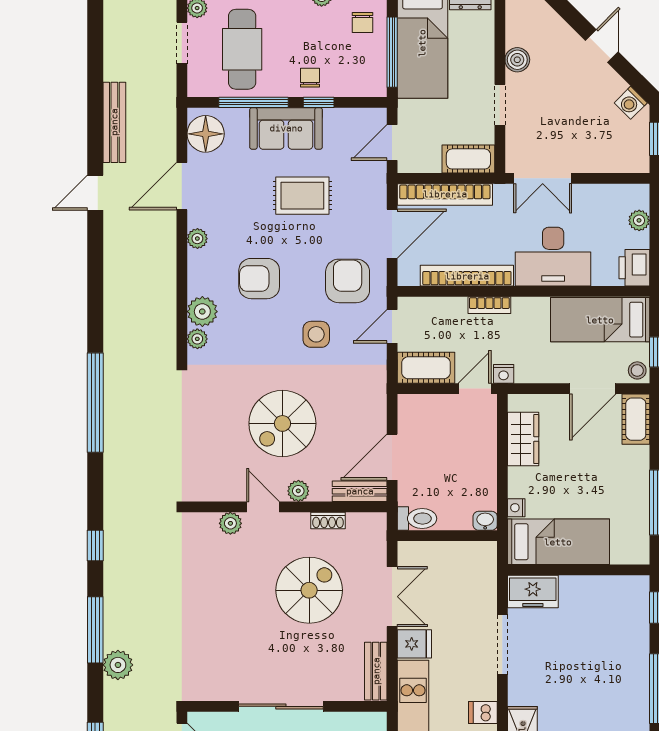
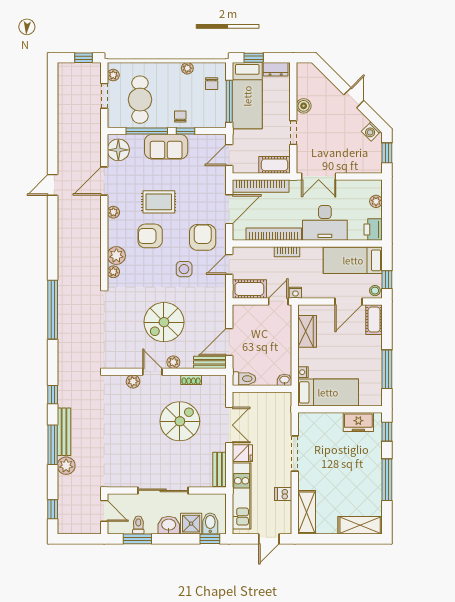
bench: (114, 122) -> (64, 432), moved
rug: (302, 196) -> (159, 202), moved
freezer: (533, 591) -> (358, 422), moved

